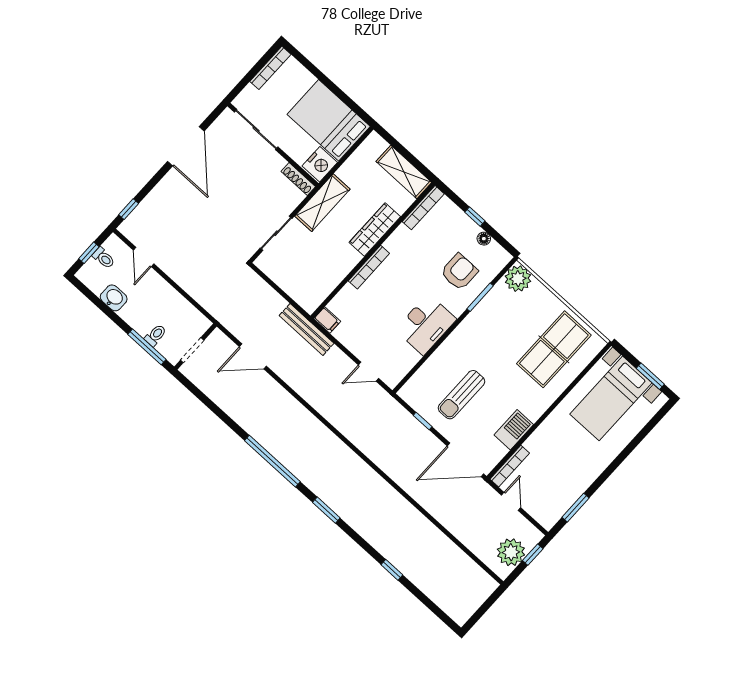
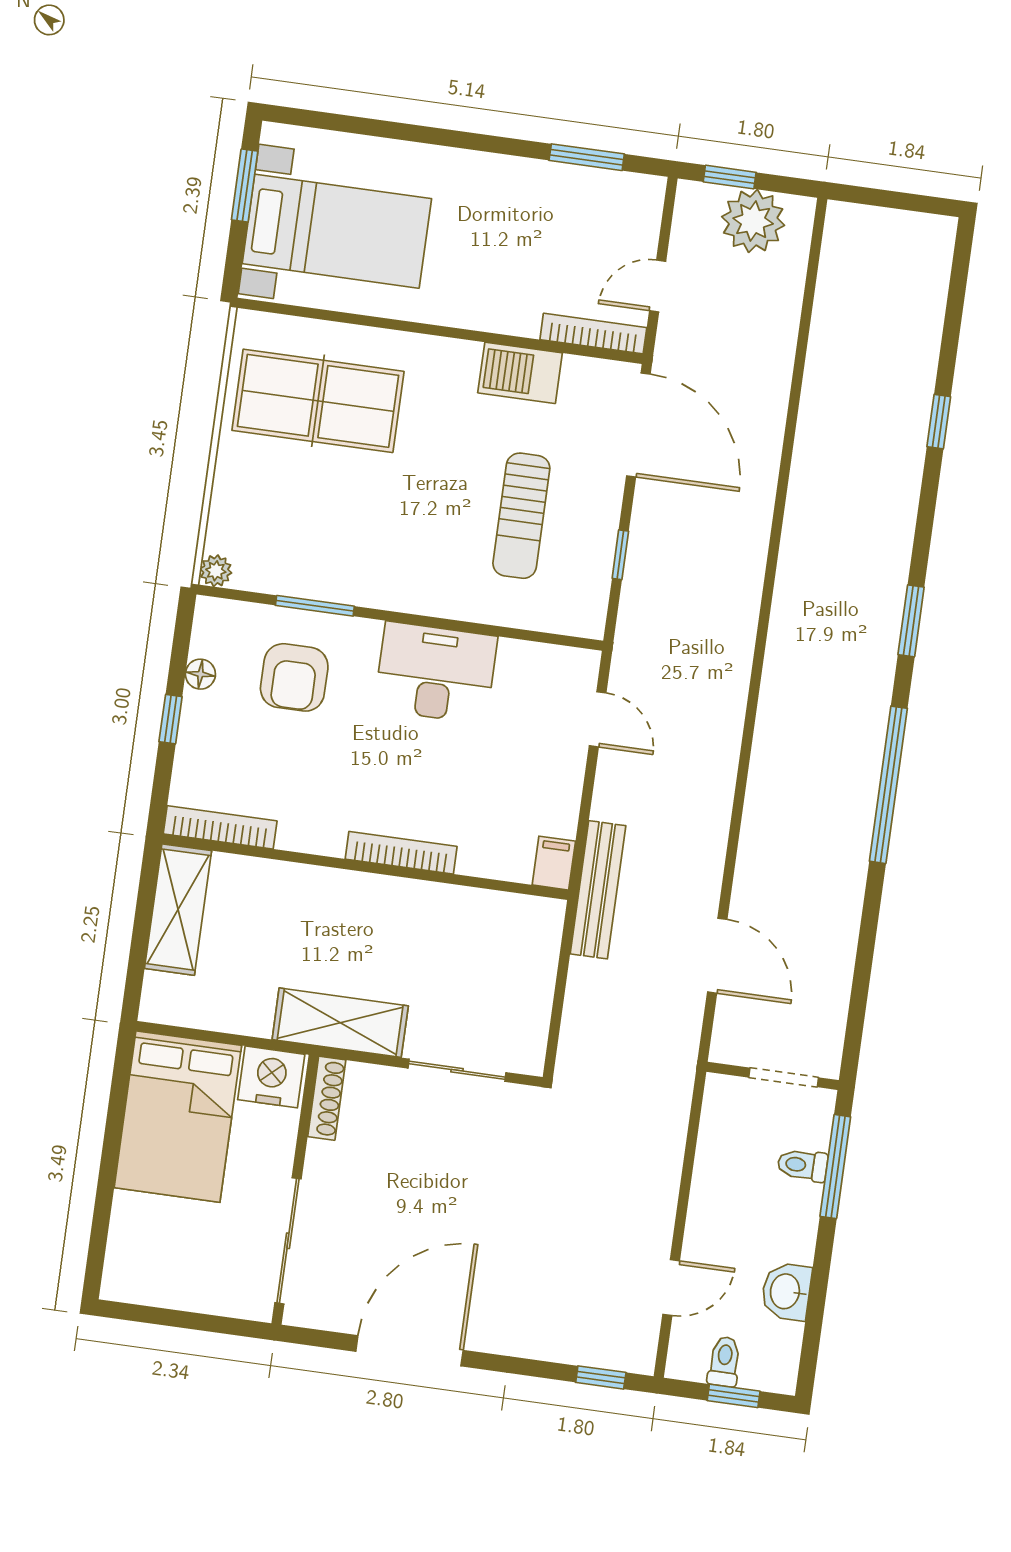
bookcase: (270, 68) -> (154, 1293), removed
wardrobe: (375, 230) -> (323, 890), removed
armchair: (459, 272) -> (294, 677), turned -90
plant: (518, 279) -> (216, 571), width x0.53, depth x0.53
sun lounger: (461, 395) -> (521, 516), turned 90

